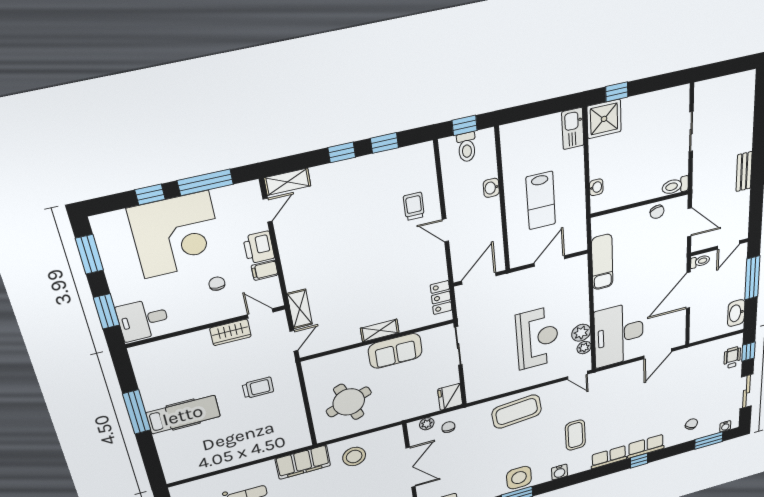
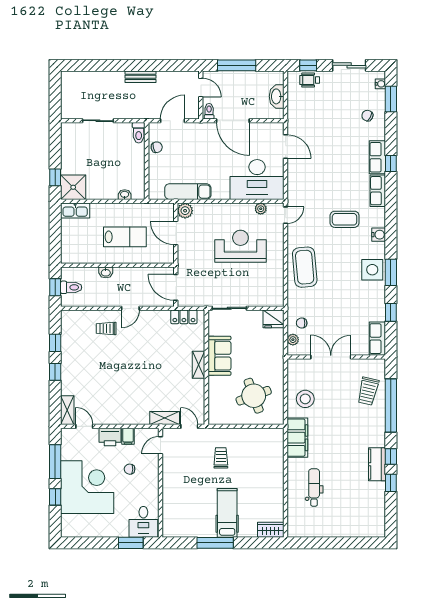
window: (89, 254) -> (87, 543), removed
washbasin: (736, 313) -> (277, 96), moved, turned 90
wardrobe: (230, 332) -> (271, 530), moved, turned -90
plant: (581, 333) -> (185, 211), moved

